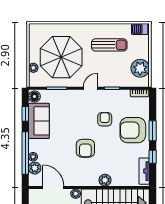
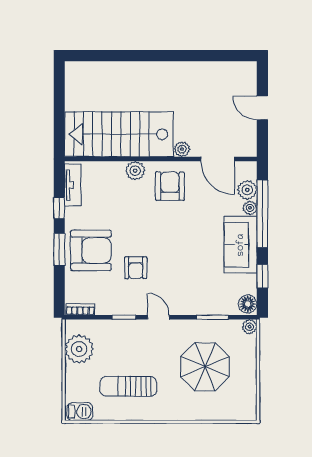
parasol: (61, 57) -> (205, 367), width x0.73, depth x0.73
plant: (33, 68) -> (250, 327), moved
door: (90, 88) -> (159, 317), swing flipped
sofa: (39, 121) -> (241, 245), moved
armchair: (85, 148) -> (170, 186), moved

